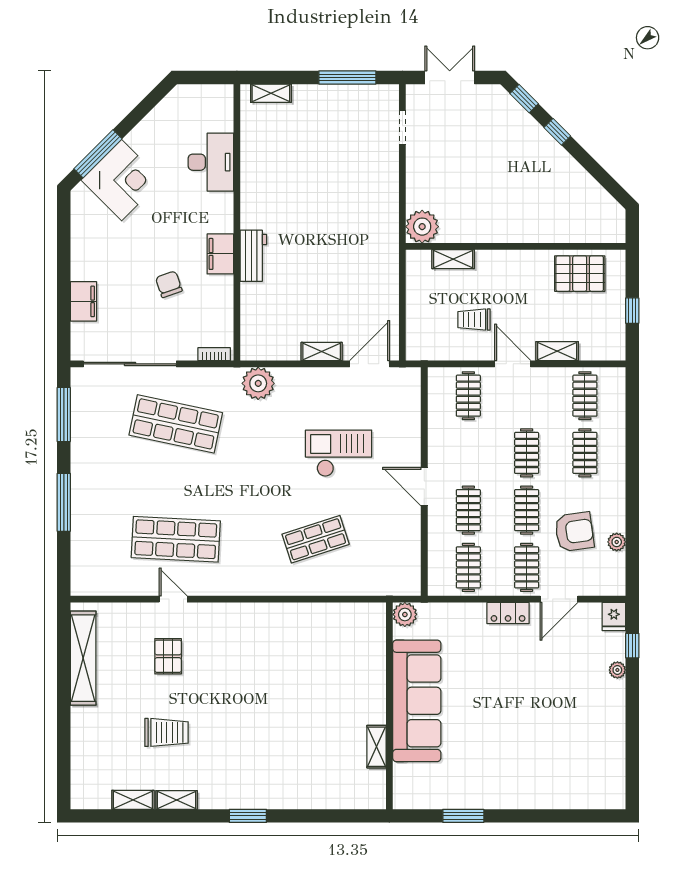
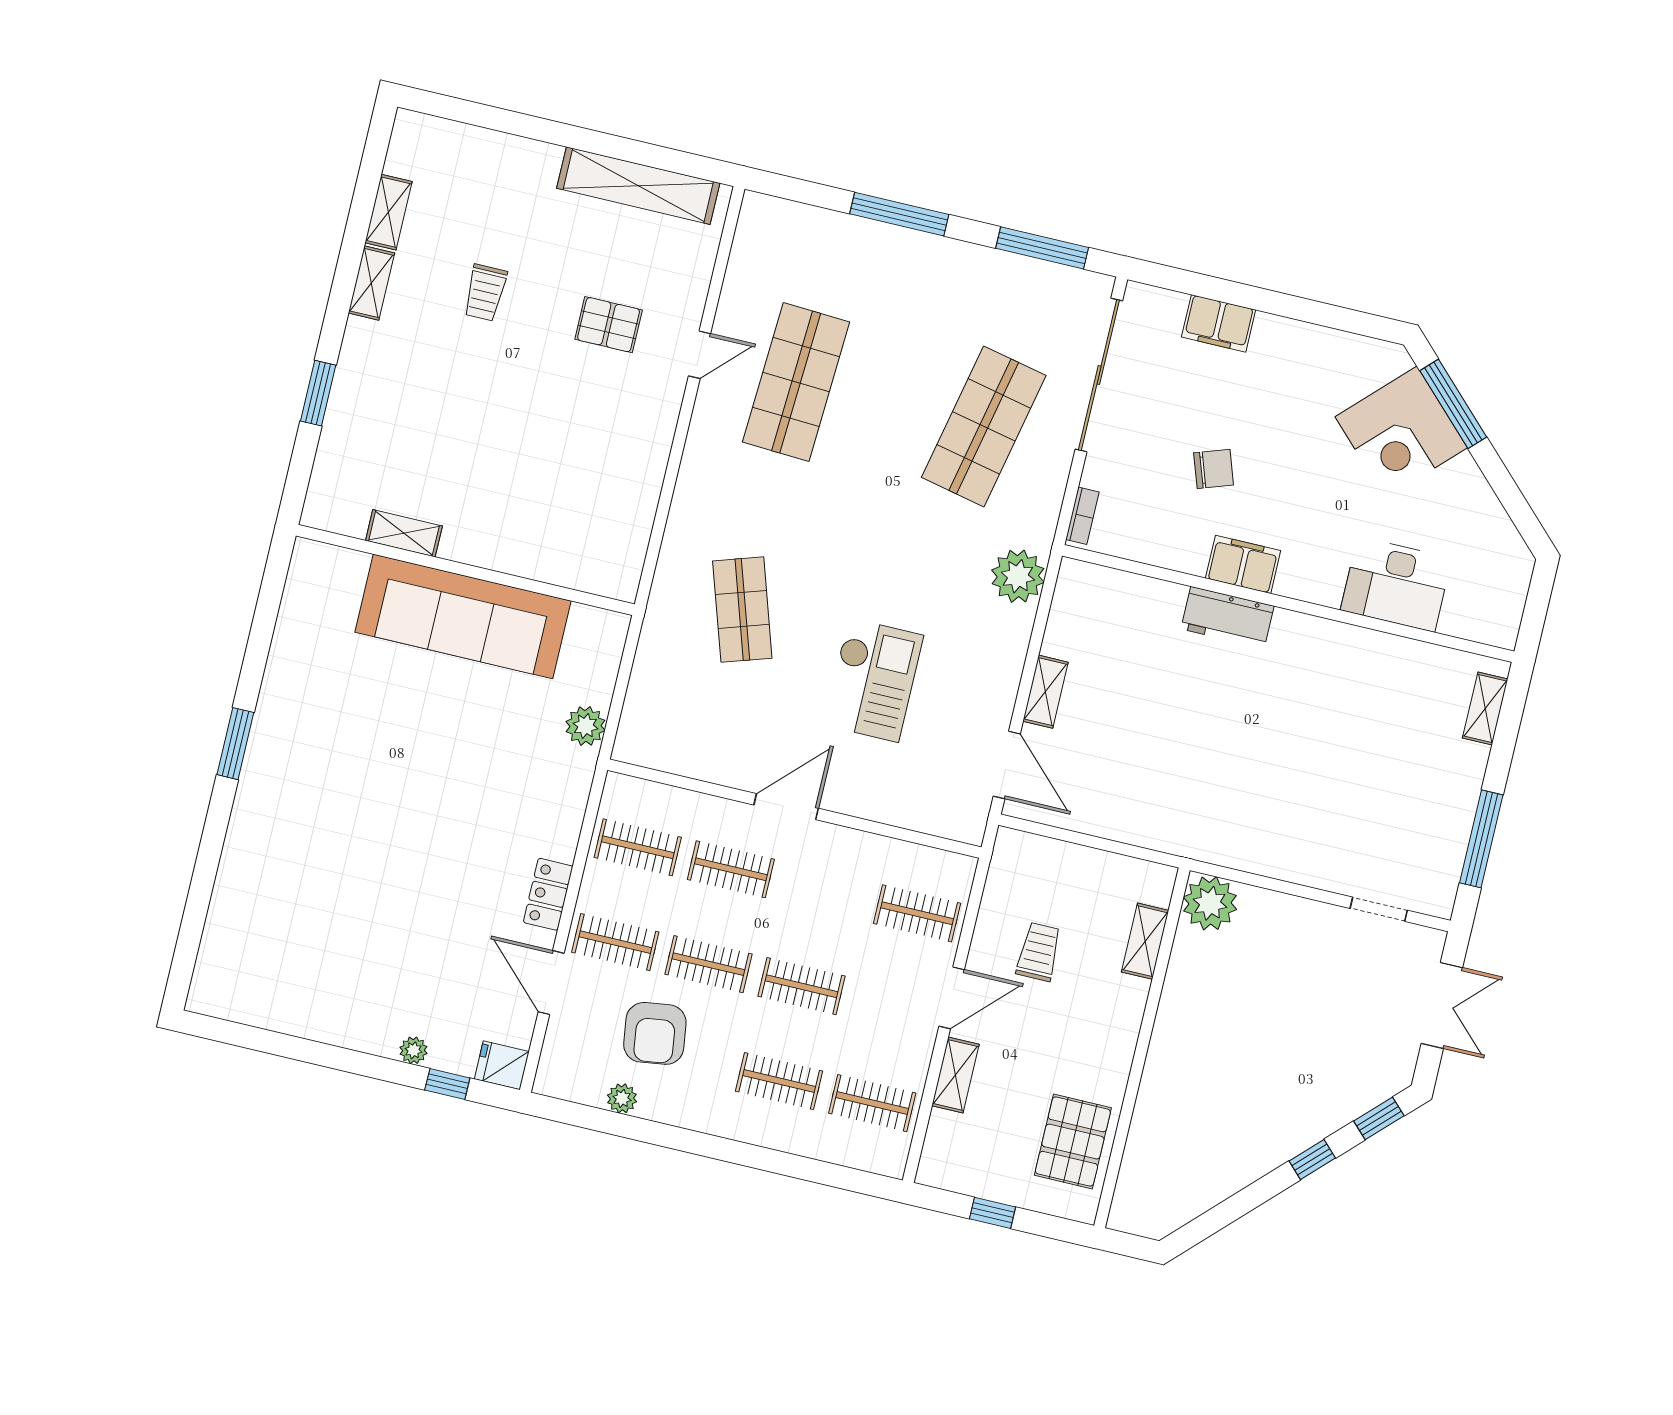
sofa: (417, 701) -> (463, 616), moved
wall: (389, 706) -> (465, 570), moved
trolley: (166, 732) -> (485, 293), width x0.73, depth x0.72
shelving: (377, 747) -> (404, 533), moved

